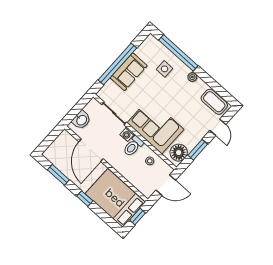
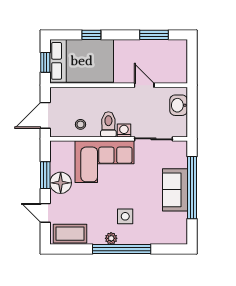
window: (178, 53) -> (122, 249), moved
side table: (165, 69) -> (125, 216), moved
door: (91, 150) -> (144, 85), width x0.53
floor lamp: (179, 153) -> (61, 183), moved
window: (85, 199) -> (91, 35), moved

